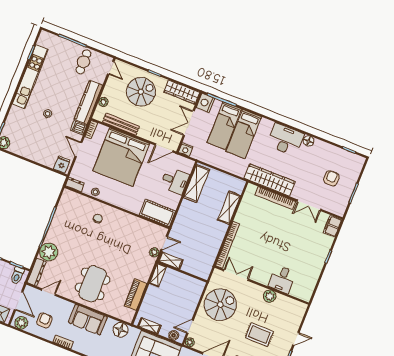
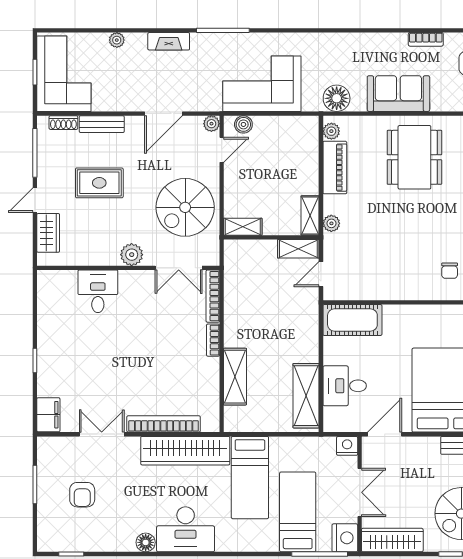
bed: (244, 134) -> (250, 478), moved, turned 180
plant: (154, 252) -> (331, 223), moved
plant: (270, 296) -> (132, 255), moved
plant: (130, 314) -> (331, 131), added
wardrobe: (296, 319) -> (48, 233), added
shelving: (149, 326) -> (243, 227), moved

